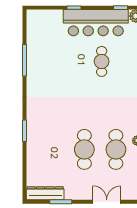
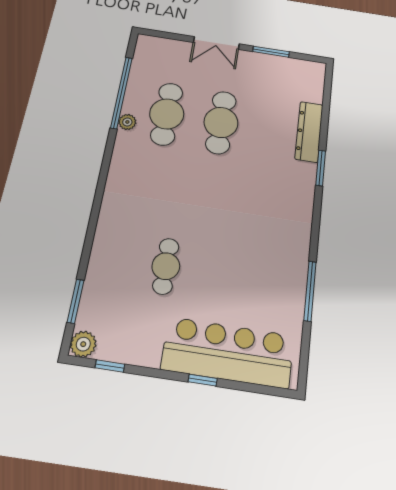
bar counter: (96, 23) -> (228, 352), moved
dresser: (45, 193) -> (309, 132), moved, turned 90
double door: (107, 202) -> (216, 43), moved

